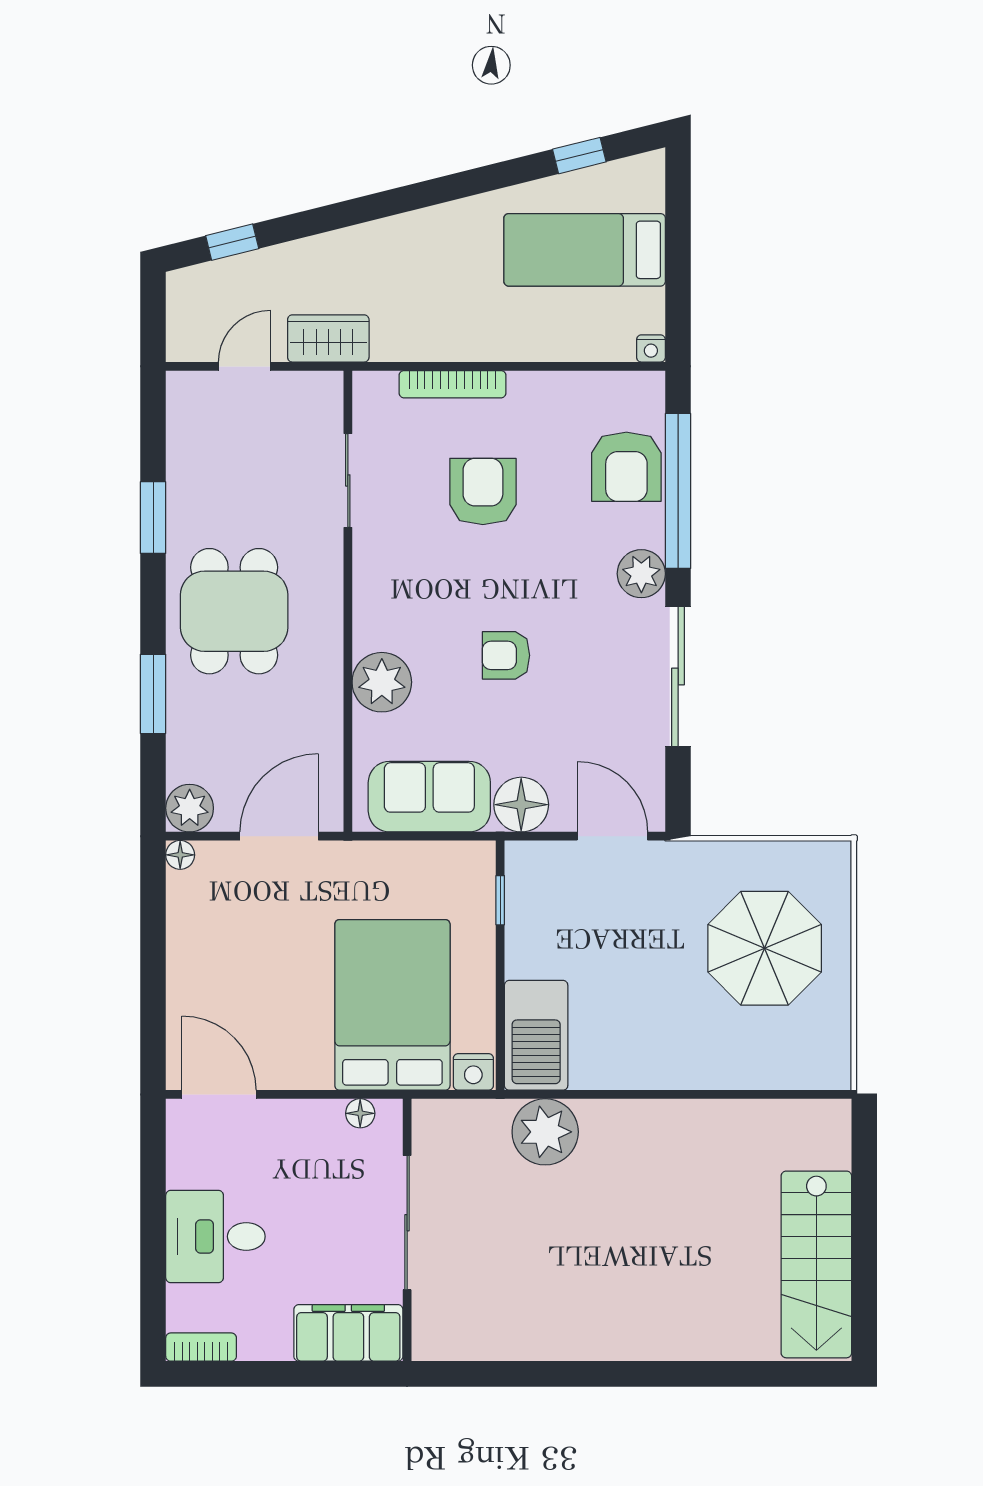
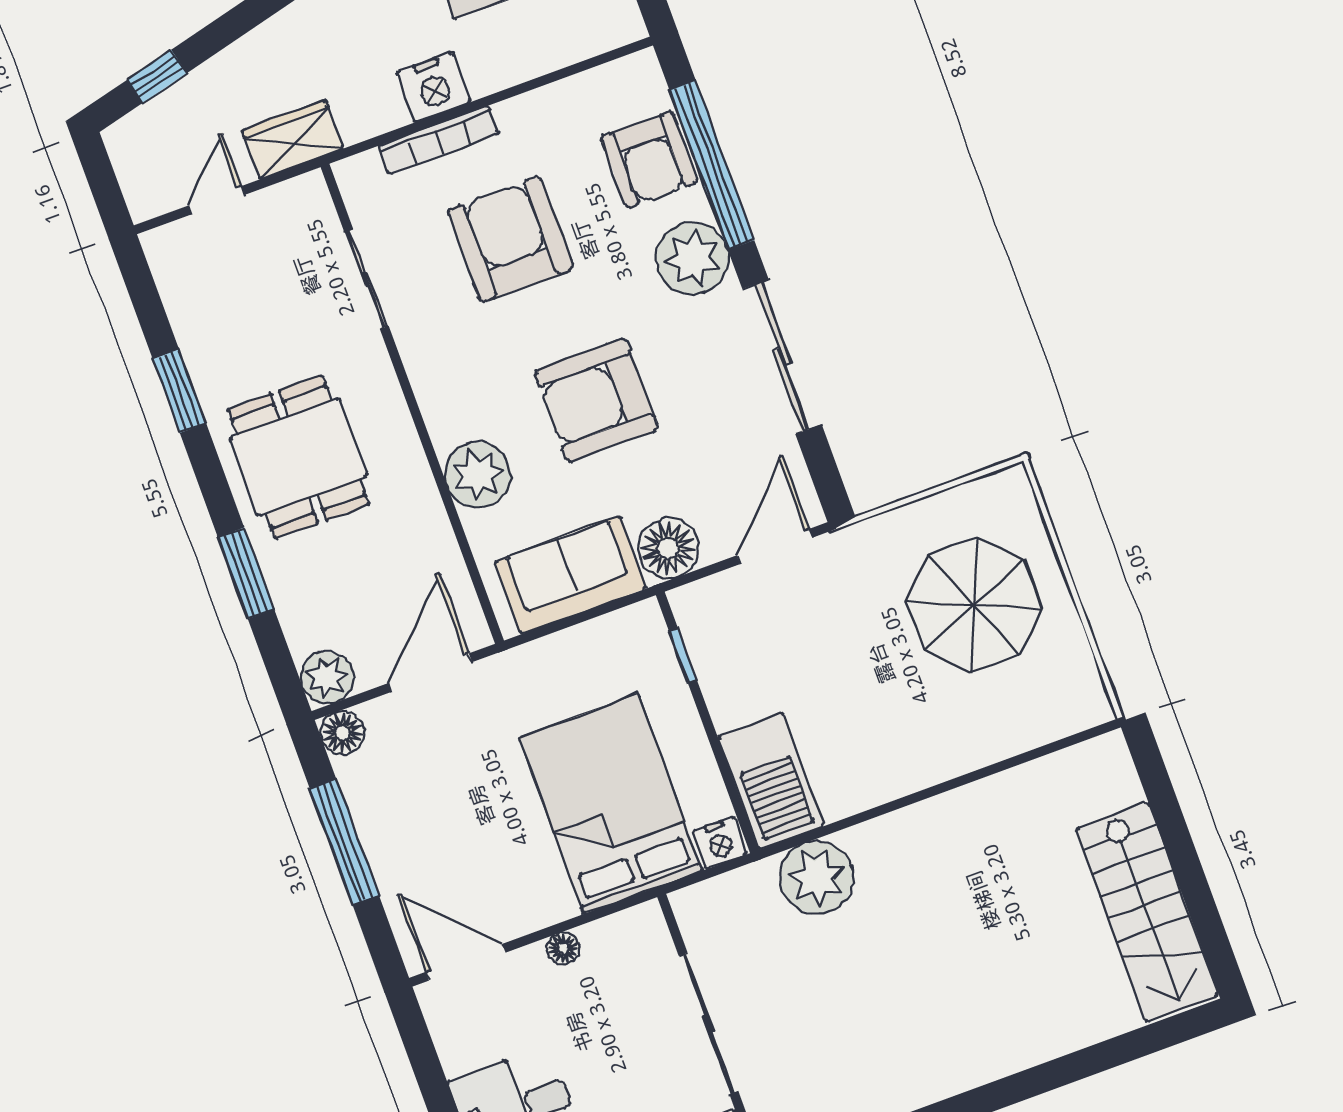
nightstand: (651, 348) -> (434, 87), moved, width x1.89, depth x1.79
armchair: (483, 491) -> (510, 239), width x1.36, depth x1.36
plant: (641, 574) -> (693, 259), width x1.36, depth x1.36
armchair: (506, 655) -> (596, 400), width x1.88, depth x1.88
door: (612, 836) -> (775, 547), hinge flipped
floor lamp: (180, 855) -> (342, 733), width x1.37, depth x1.37
window: (153, 954) -> (344, 842), added
floor lamp: (360, 1113) -> (563, 949), moved

